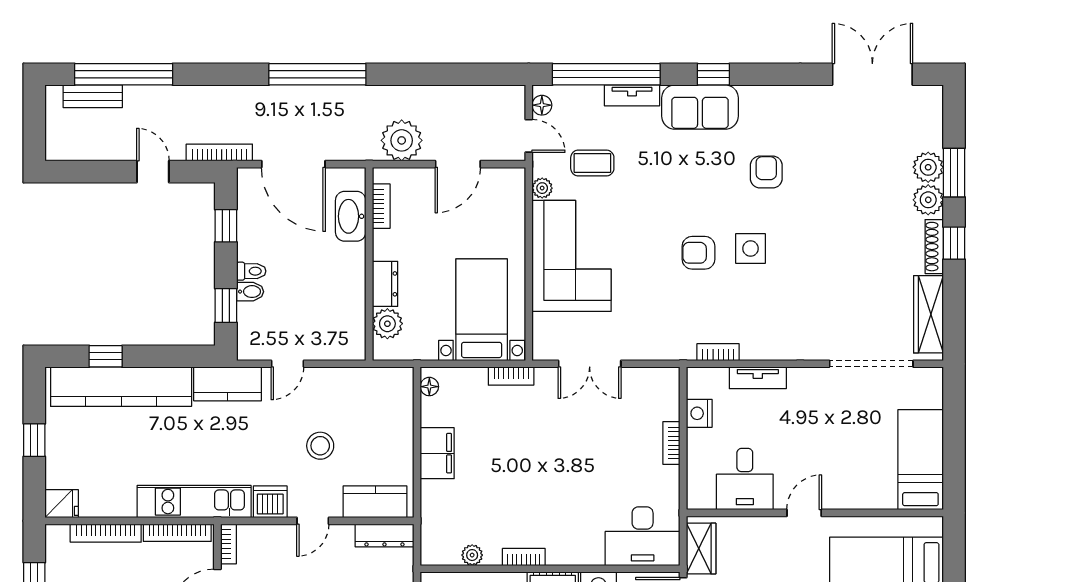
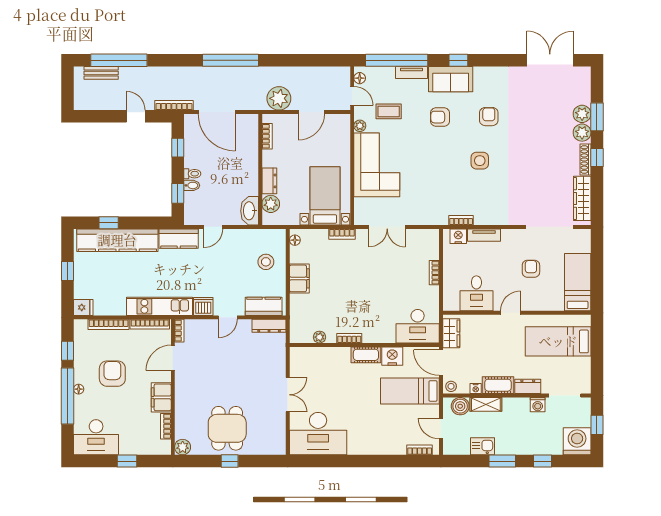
washbasin: (351, 216) -> (250, 211), moved
armchair: (698, 253) -> (440, 117), moved
nightstand: (699, 413) -> (458, 236), moved, turned 90
armchair: (839, 436) -> (531, 269), added
stool: (320, 446) -> (266, 262), moved

